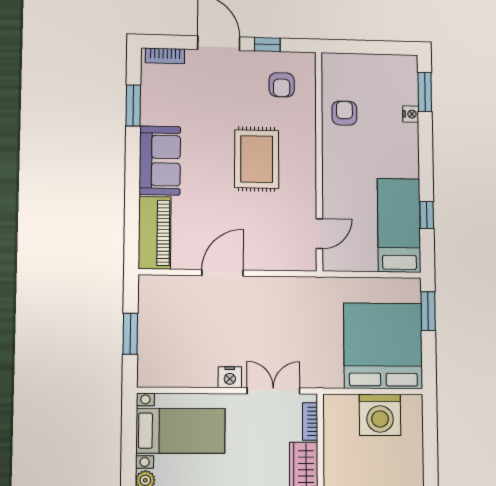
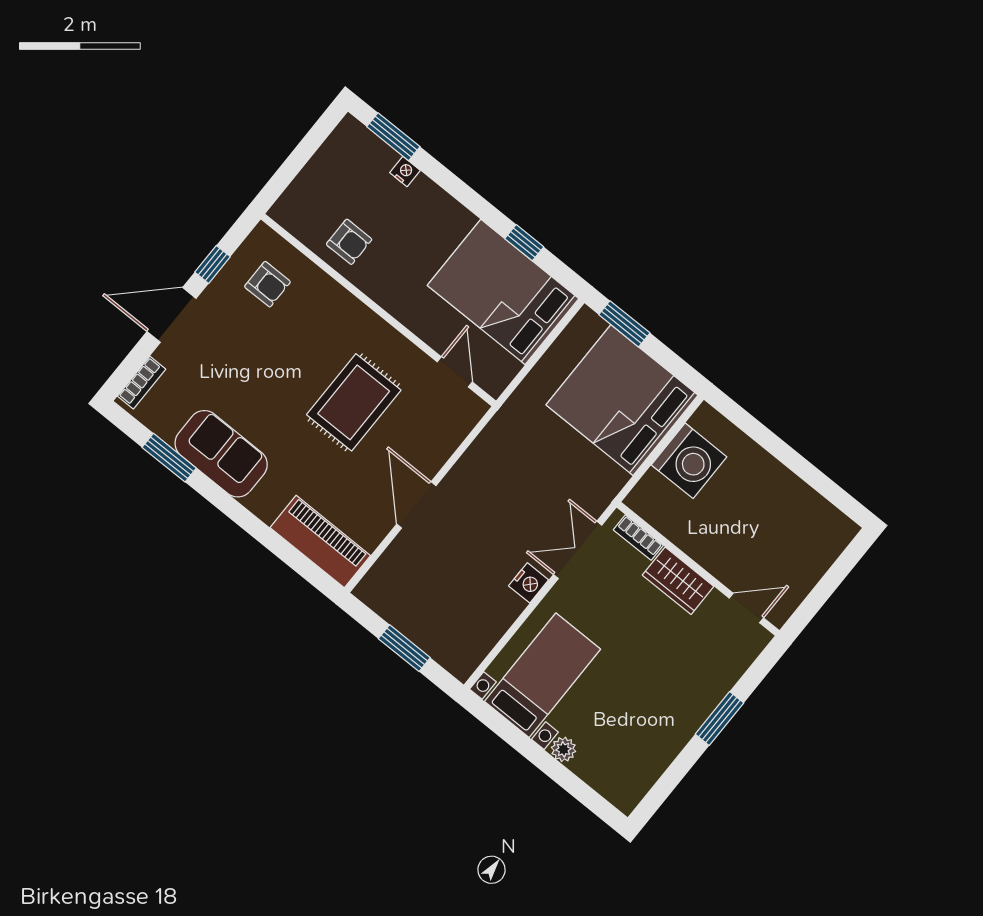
armchair: (344, 113) -> (349, 242), turned 180
rug: (257, 159) -> (354, 402), moved, turned 90
sofa: (160, 161) -> (221, 454), moved
bed: (399, 225) -> (503, 292), width x1.50

